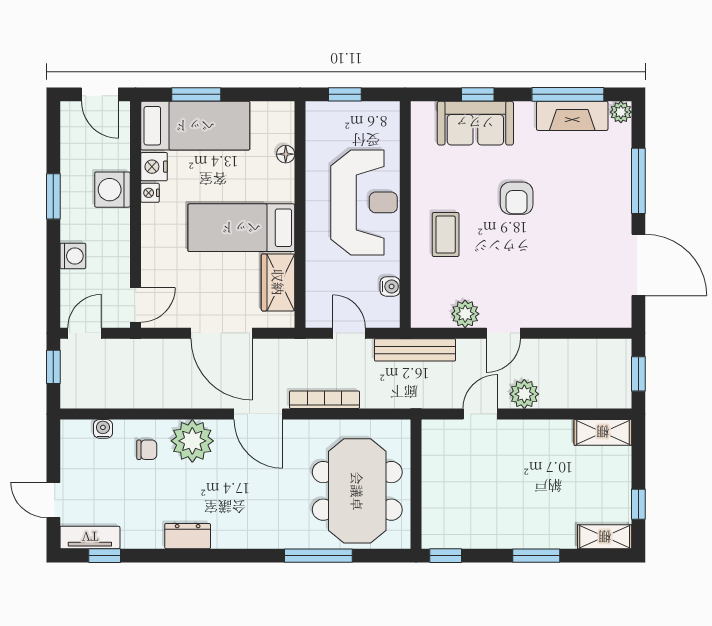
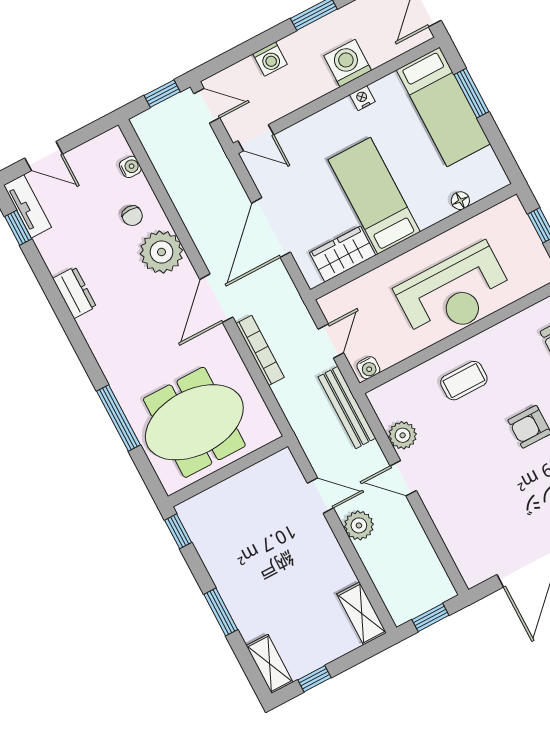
nightstand: (154, 167) -> (388, 89), removed
water cooler: (390, 286) -> (368, 368), moved
door: (53, 500) -> (44, 156), swing flipped

